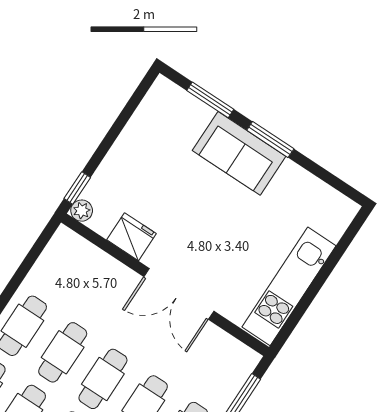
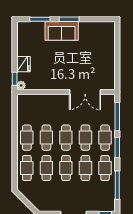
fridge: (131, 237) -> (23, 64), moved, turned 90
kitchen unit: (289, 286) -> (108, 65), removed
double door: (179, 294) -> (85, 92), moved

